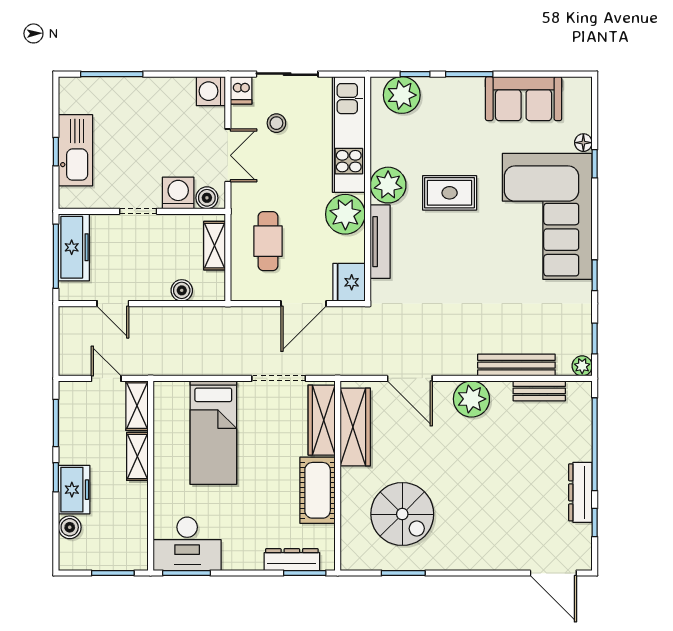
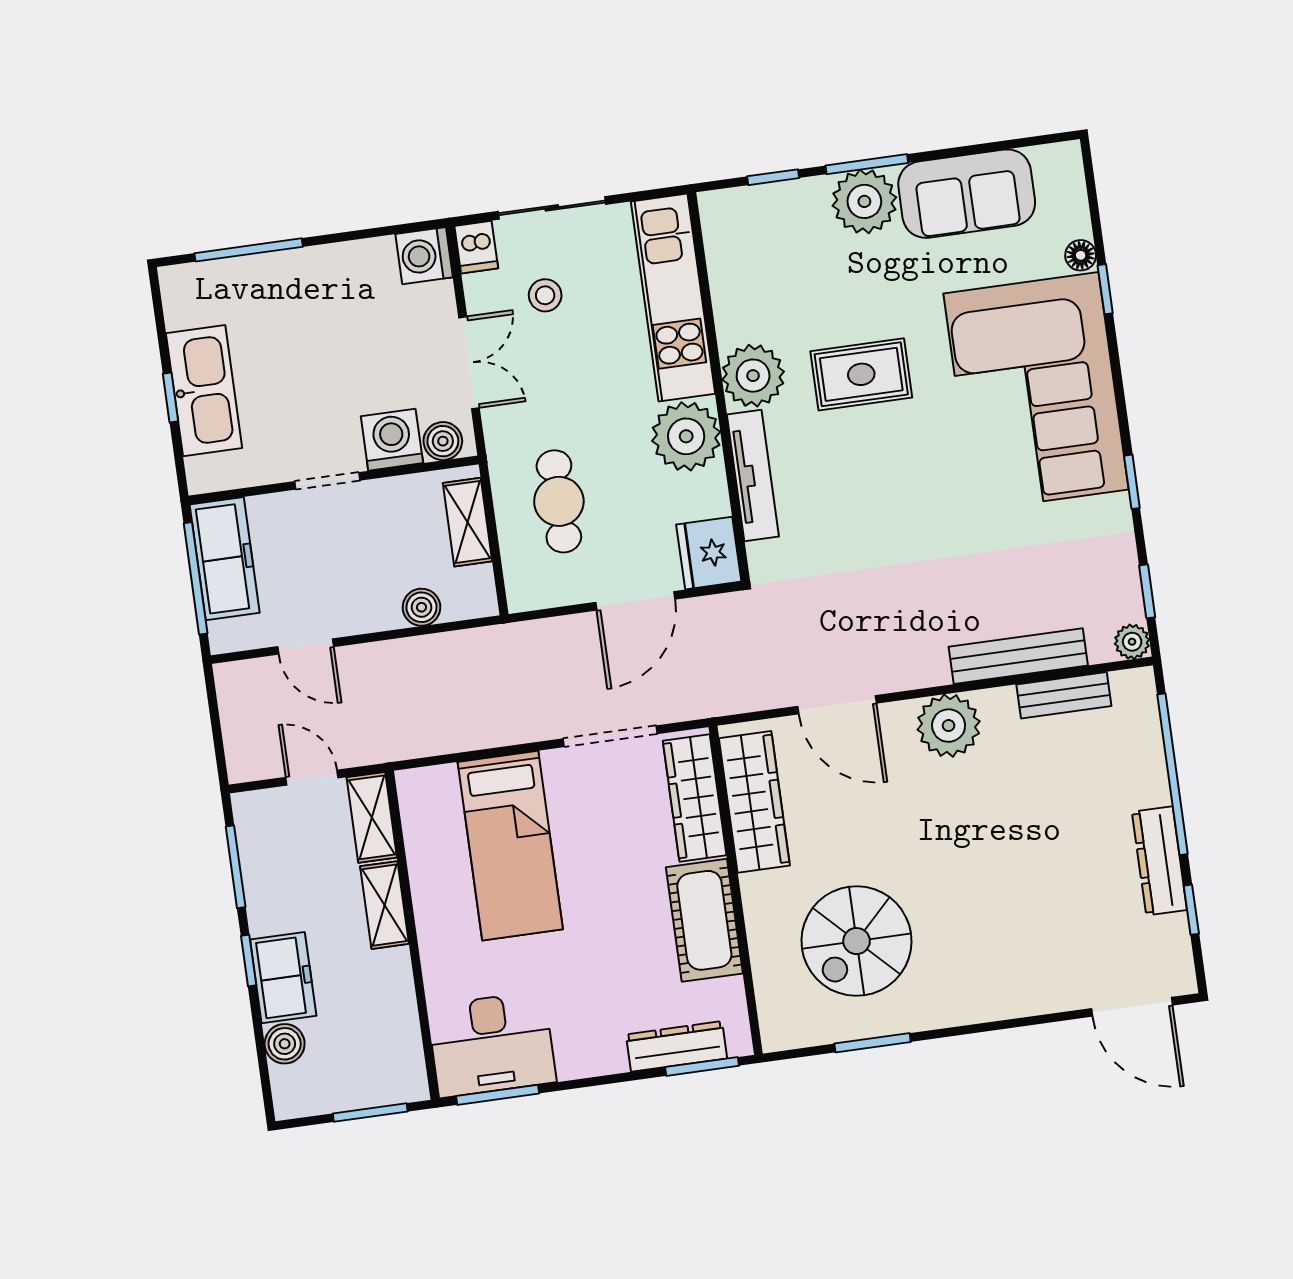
plant: (402, 95) -> (864, 201), moved
spiral stairs: (402, 514) -> (857, 941), turned 90

